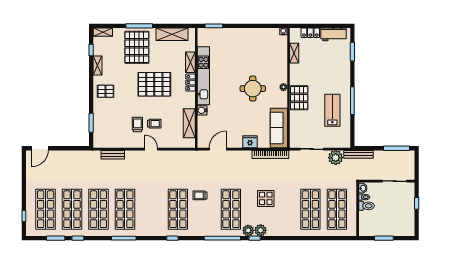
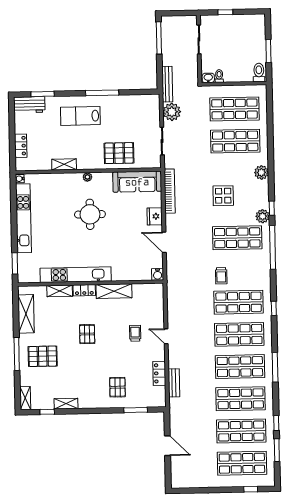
kitchen unit: (251, 34) -> (23, 218), added
workbench: (333, 34) -> (29, 105), moved, turned 90
pallet: (137, 47) -> (43, 356), width x0.73, depth x0.71
shelving: (294, 53) -> (64, 164), moved
pallet: (154, 84) -> (87, 334), width x0.49, depth x0.50
pallet: (106, 91) -> (117, 387), moved
pallet: (299, 98) -> (119, 153), moved
water cooler: (202, 110) -> (158, 274), moved
lab bench: (332, 110) -> (80, 116), moved
shelving: (189, 123) -> (114, 291), moved
trolley: (137, 124) -> (137, 354), removed
locker: (121, 143) -> (159, 373), added
door: (40, 148) -> (167, 446), moved
door: (151, 149) -> (166, 336), hinge flipped
door: (218, 149) -> (164, 242), moved
toilet: (367, 206) -> (259, 72), moved
shop shelf: (151, 209) -> (239, 334), added
plant: (261, 230) -> (261, 172), moved

